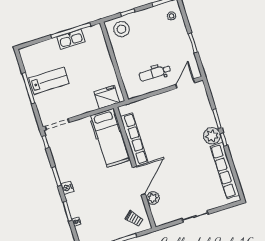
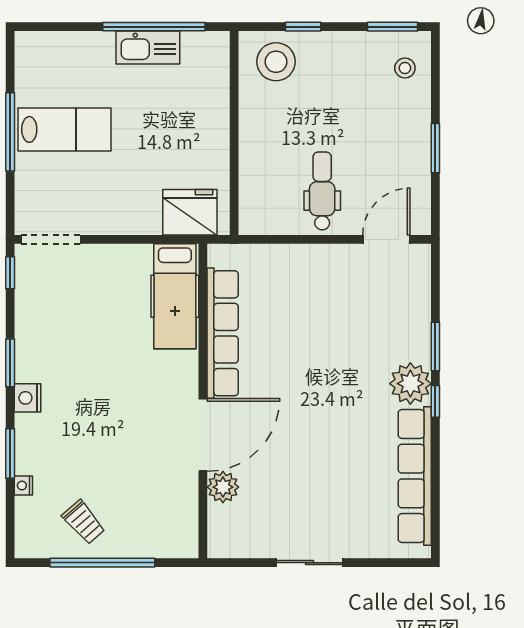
dental chair: (155, 73) -> (322, 191), turned 90
hospital bed: (110, 138) -> (175, 296), width x0.73, depth x0.78
trolley: (134, 219) -> (84, 522), moved

